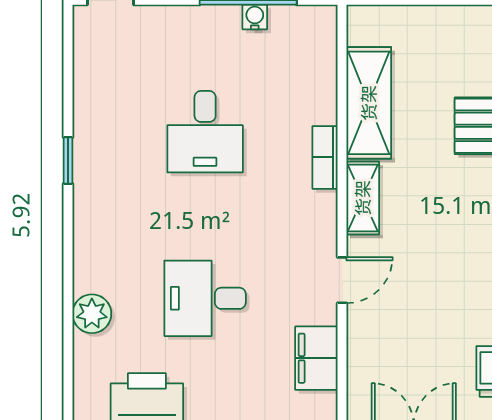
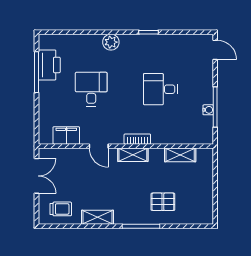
shelving: (369, 103) -> (180, 155), width x0.67, depth x0.75
bookcase: (325, 157) -> (137, 139), moved
plant: (92, 314) -> (111, 42), moved

